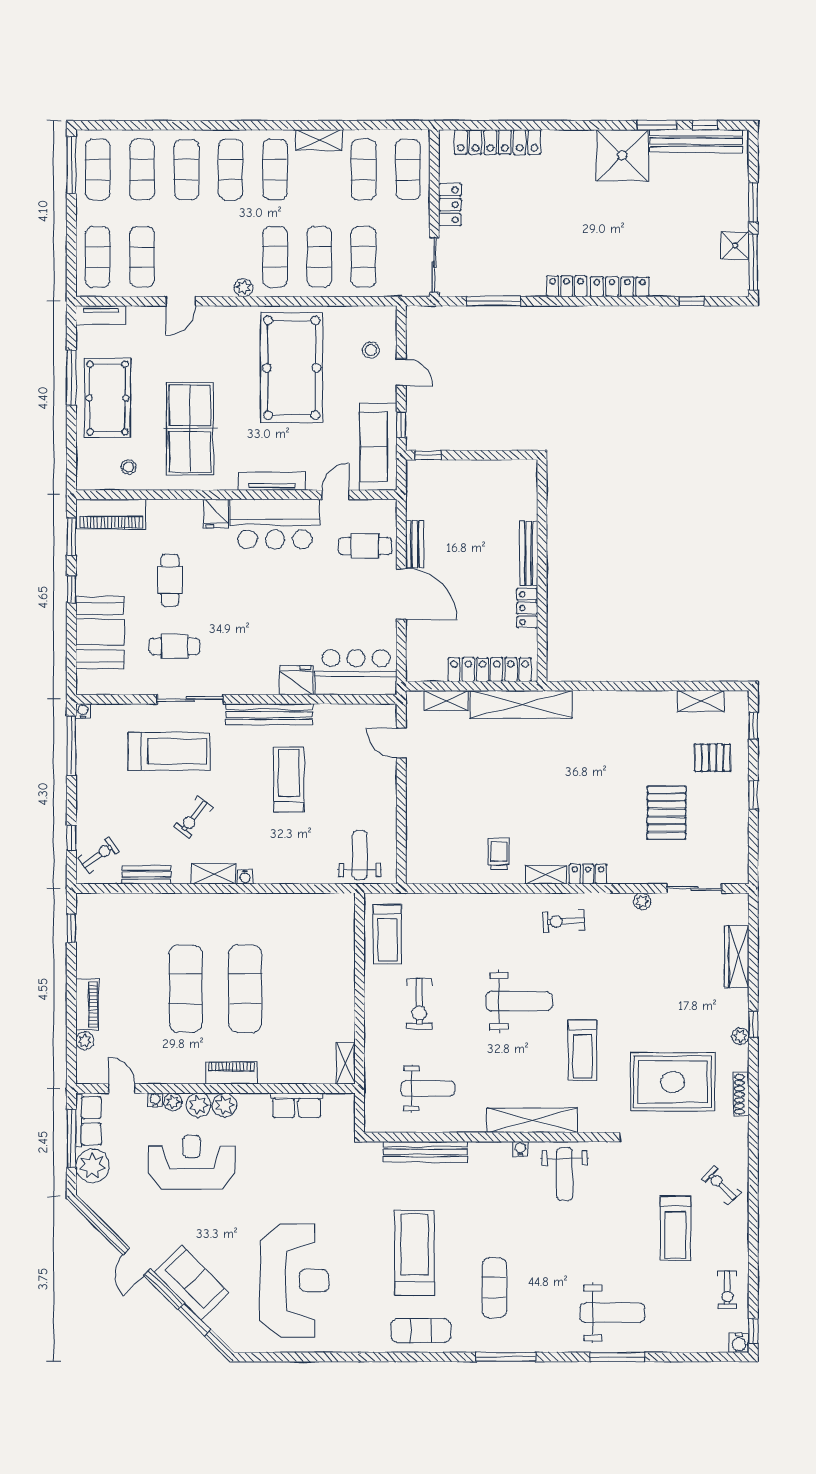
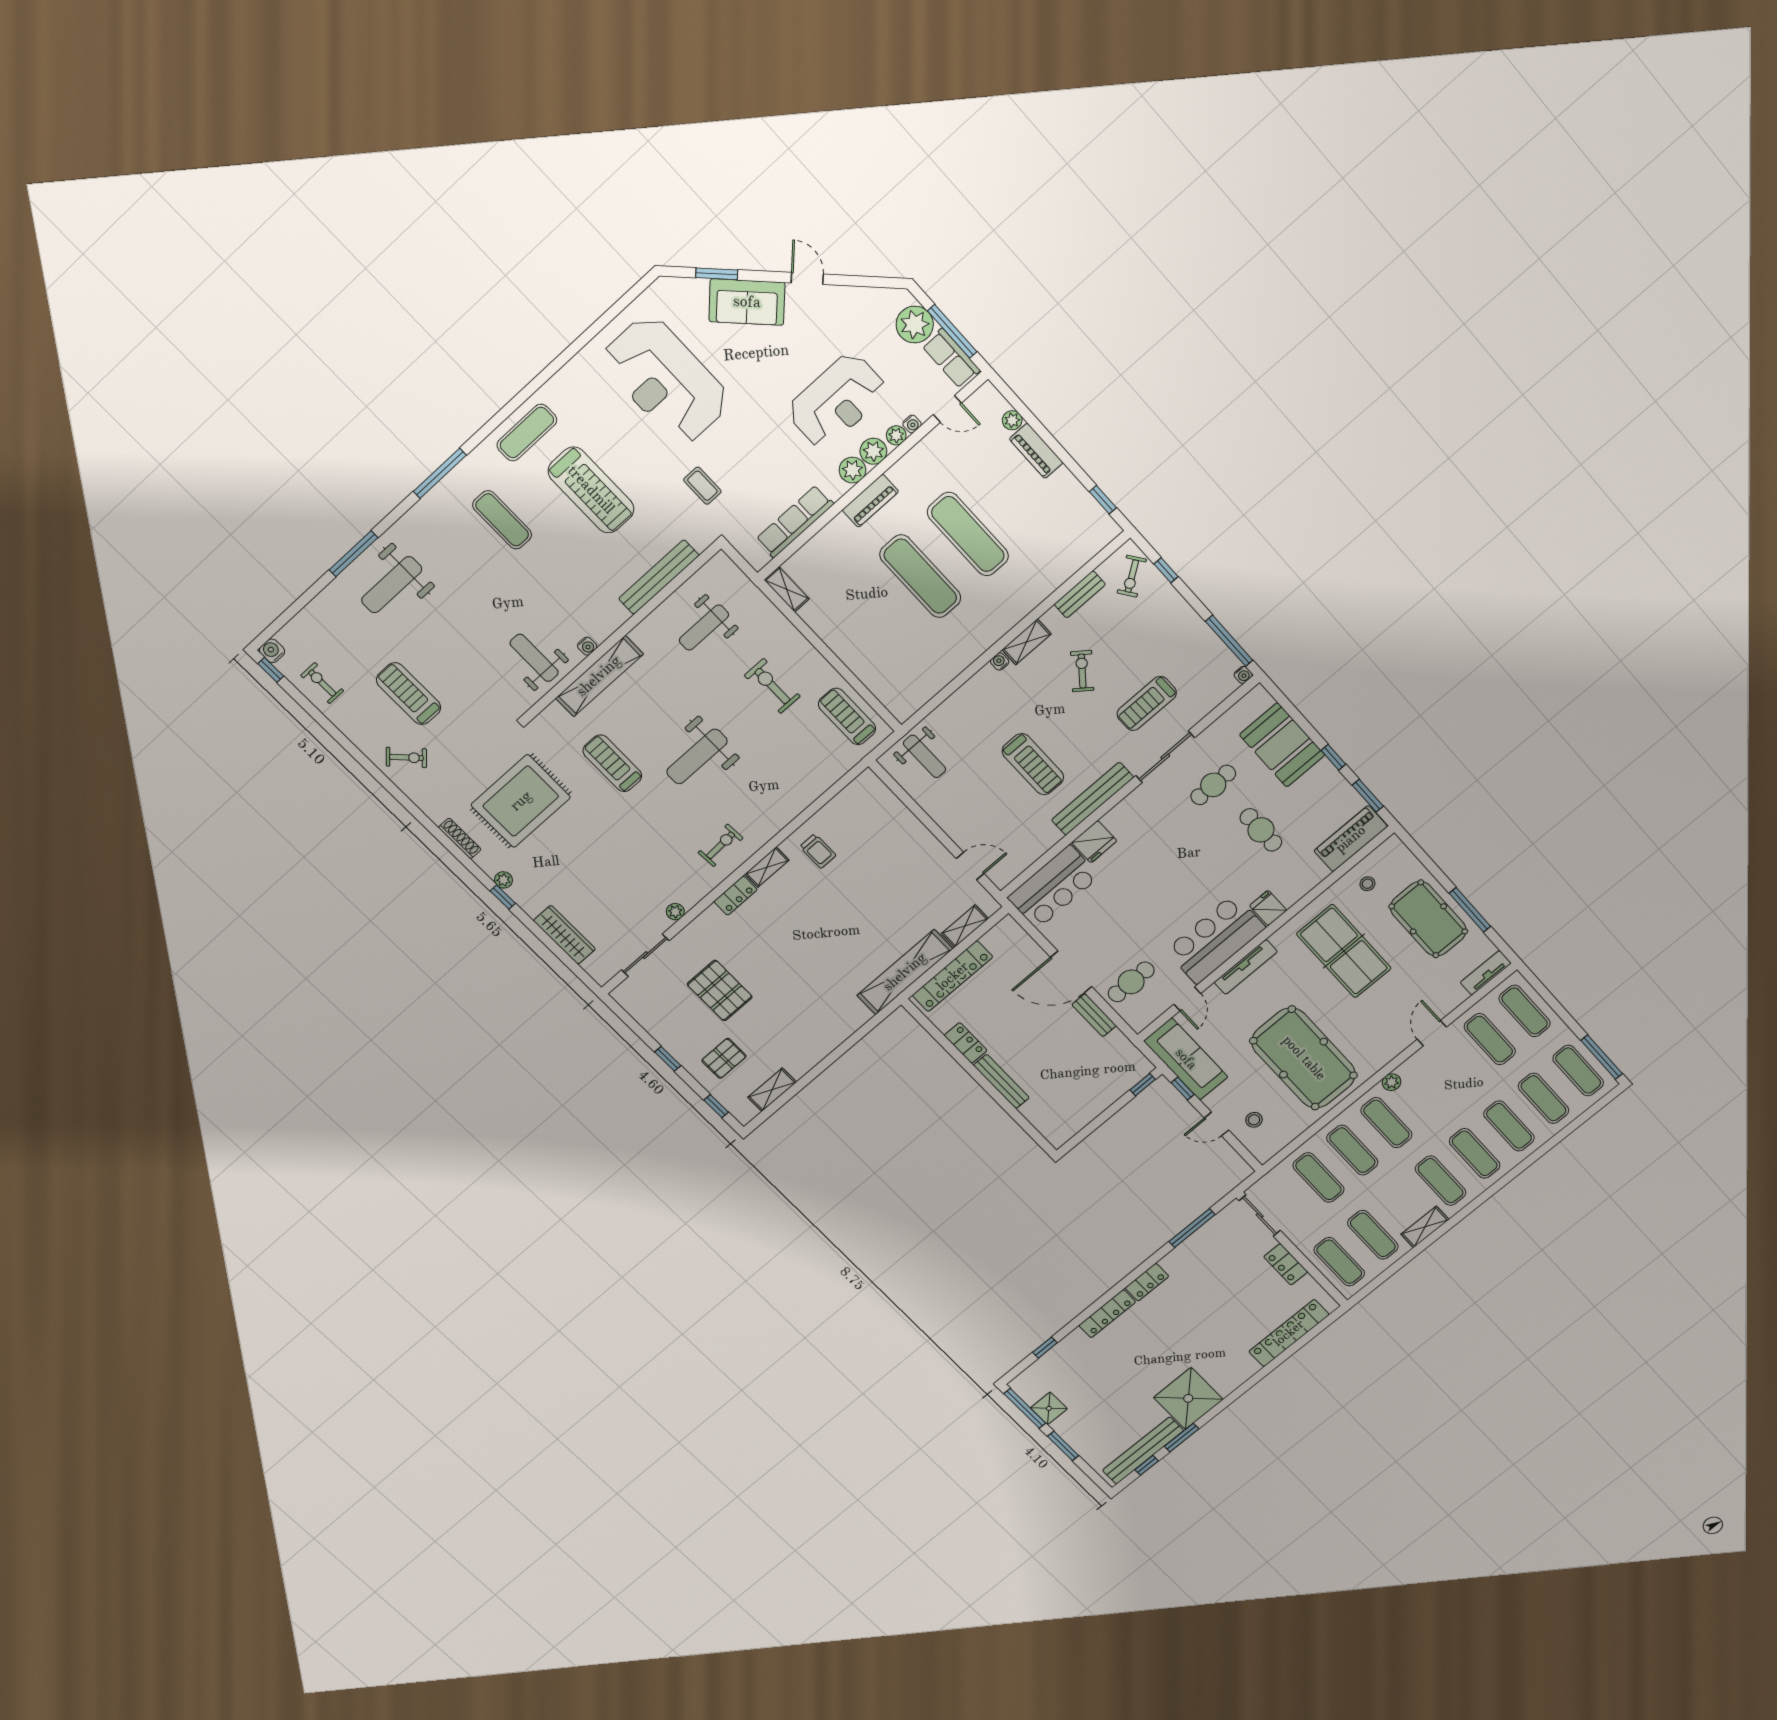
treadmill: (169, 752) -> (1147, 703), width x0.73, depth x0.73
row of seats: (296, 1105) -> (795, 521), width x1.48
coffee table: (336, 1187) -> (702, 486), added

